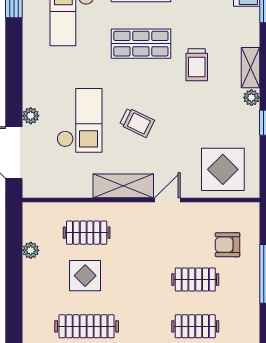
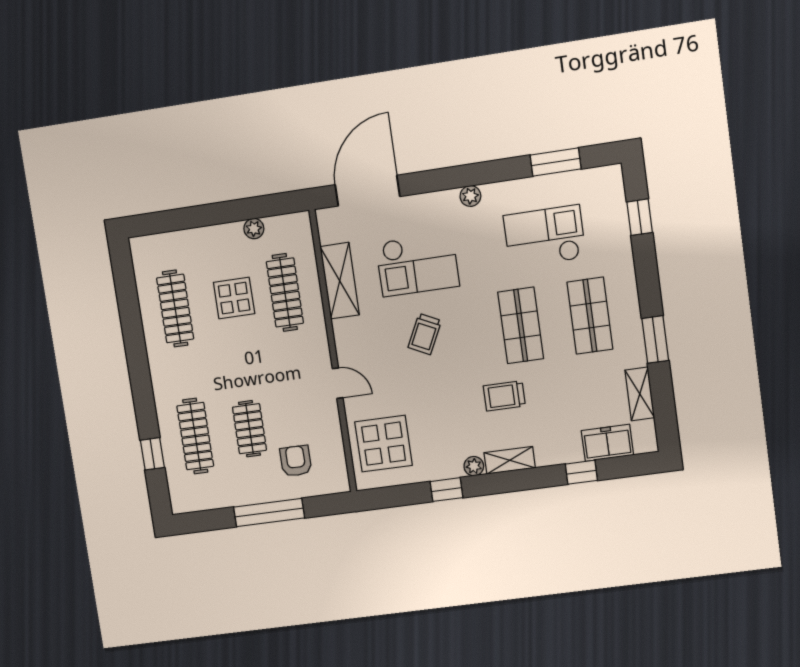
plant: (31, 116) -> (470, 196), moved
shelving: (123, 186) -> (340, 281), moved
clothes rail: (87, 233) -> (285, 293), width x1.36
clothes rail: (195, 326) -> (195, 436), width x1.36

